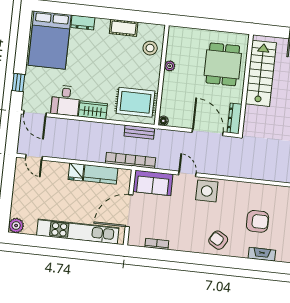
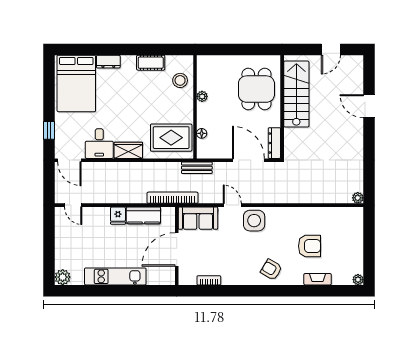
floor lamp: (163, 121) -> (202, 133), moved
bench: (139, 132) -> (197, 168), moved
kitchen unit: (78, 231) -> (115, 276), width x0.73

